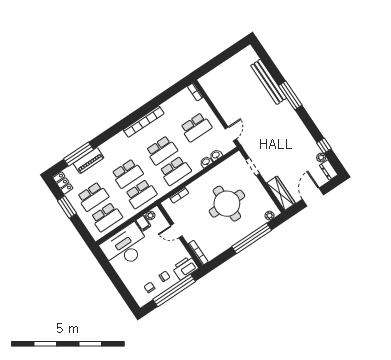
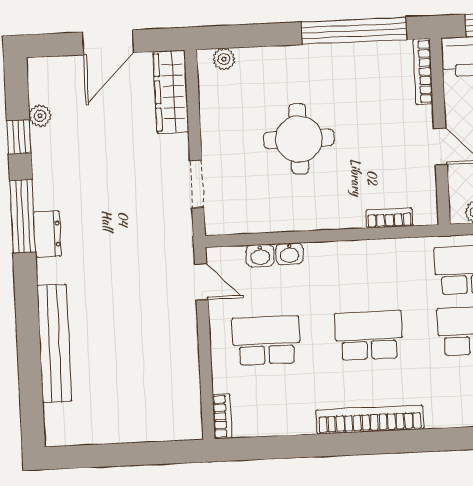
window: (290, 95) -> (23, 216), moved
door: (231, 134) -> (201, 282), swing flipped
dresser: (329, 170) -> (47, 234), moved
school desk: (175, 171) -> (366, 275), removed
round table: (227, 204) -> (299, 139), width x0.73, depth x0.73
window: (252, 238) -> (354, 31), moved

